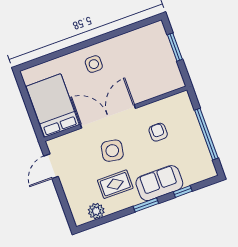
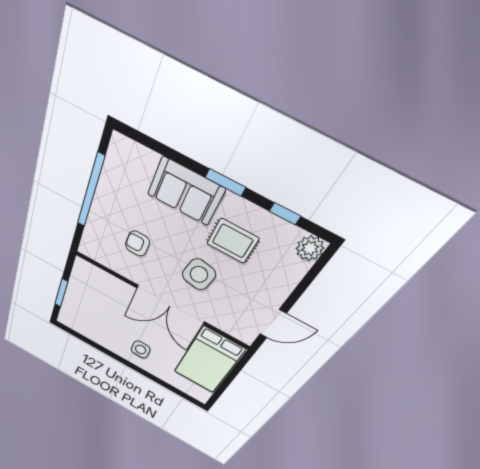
armchair: (158, 132) -> (137, 244), turned 90
window: (183, 191) -> (285, 214), moved
plant: (96, 211) -> (310, 248), moved

